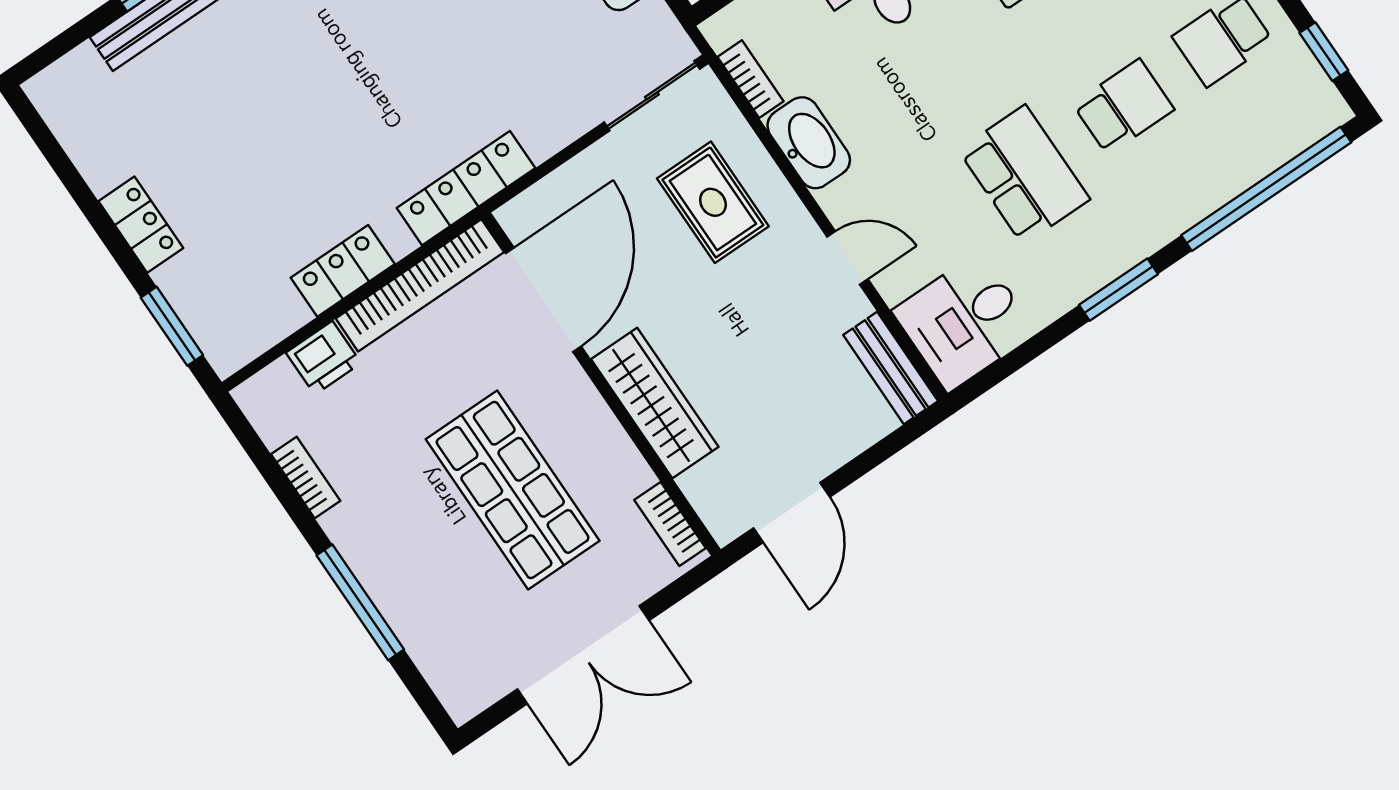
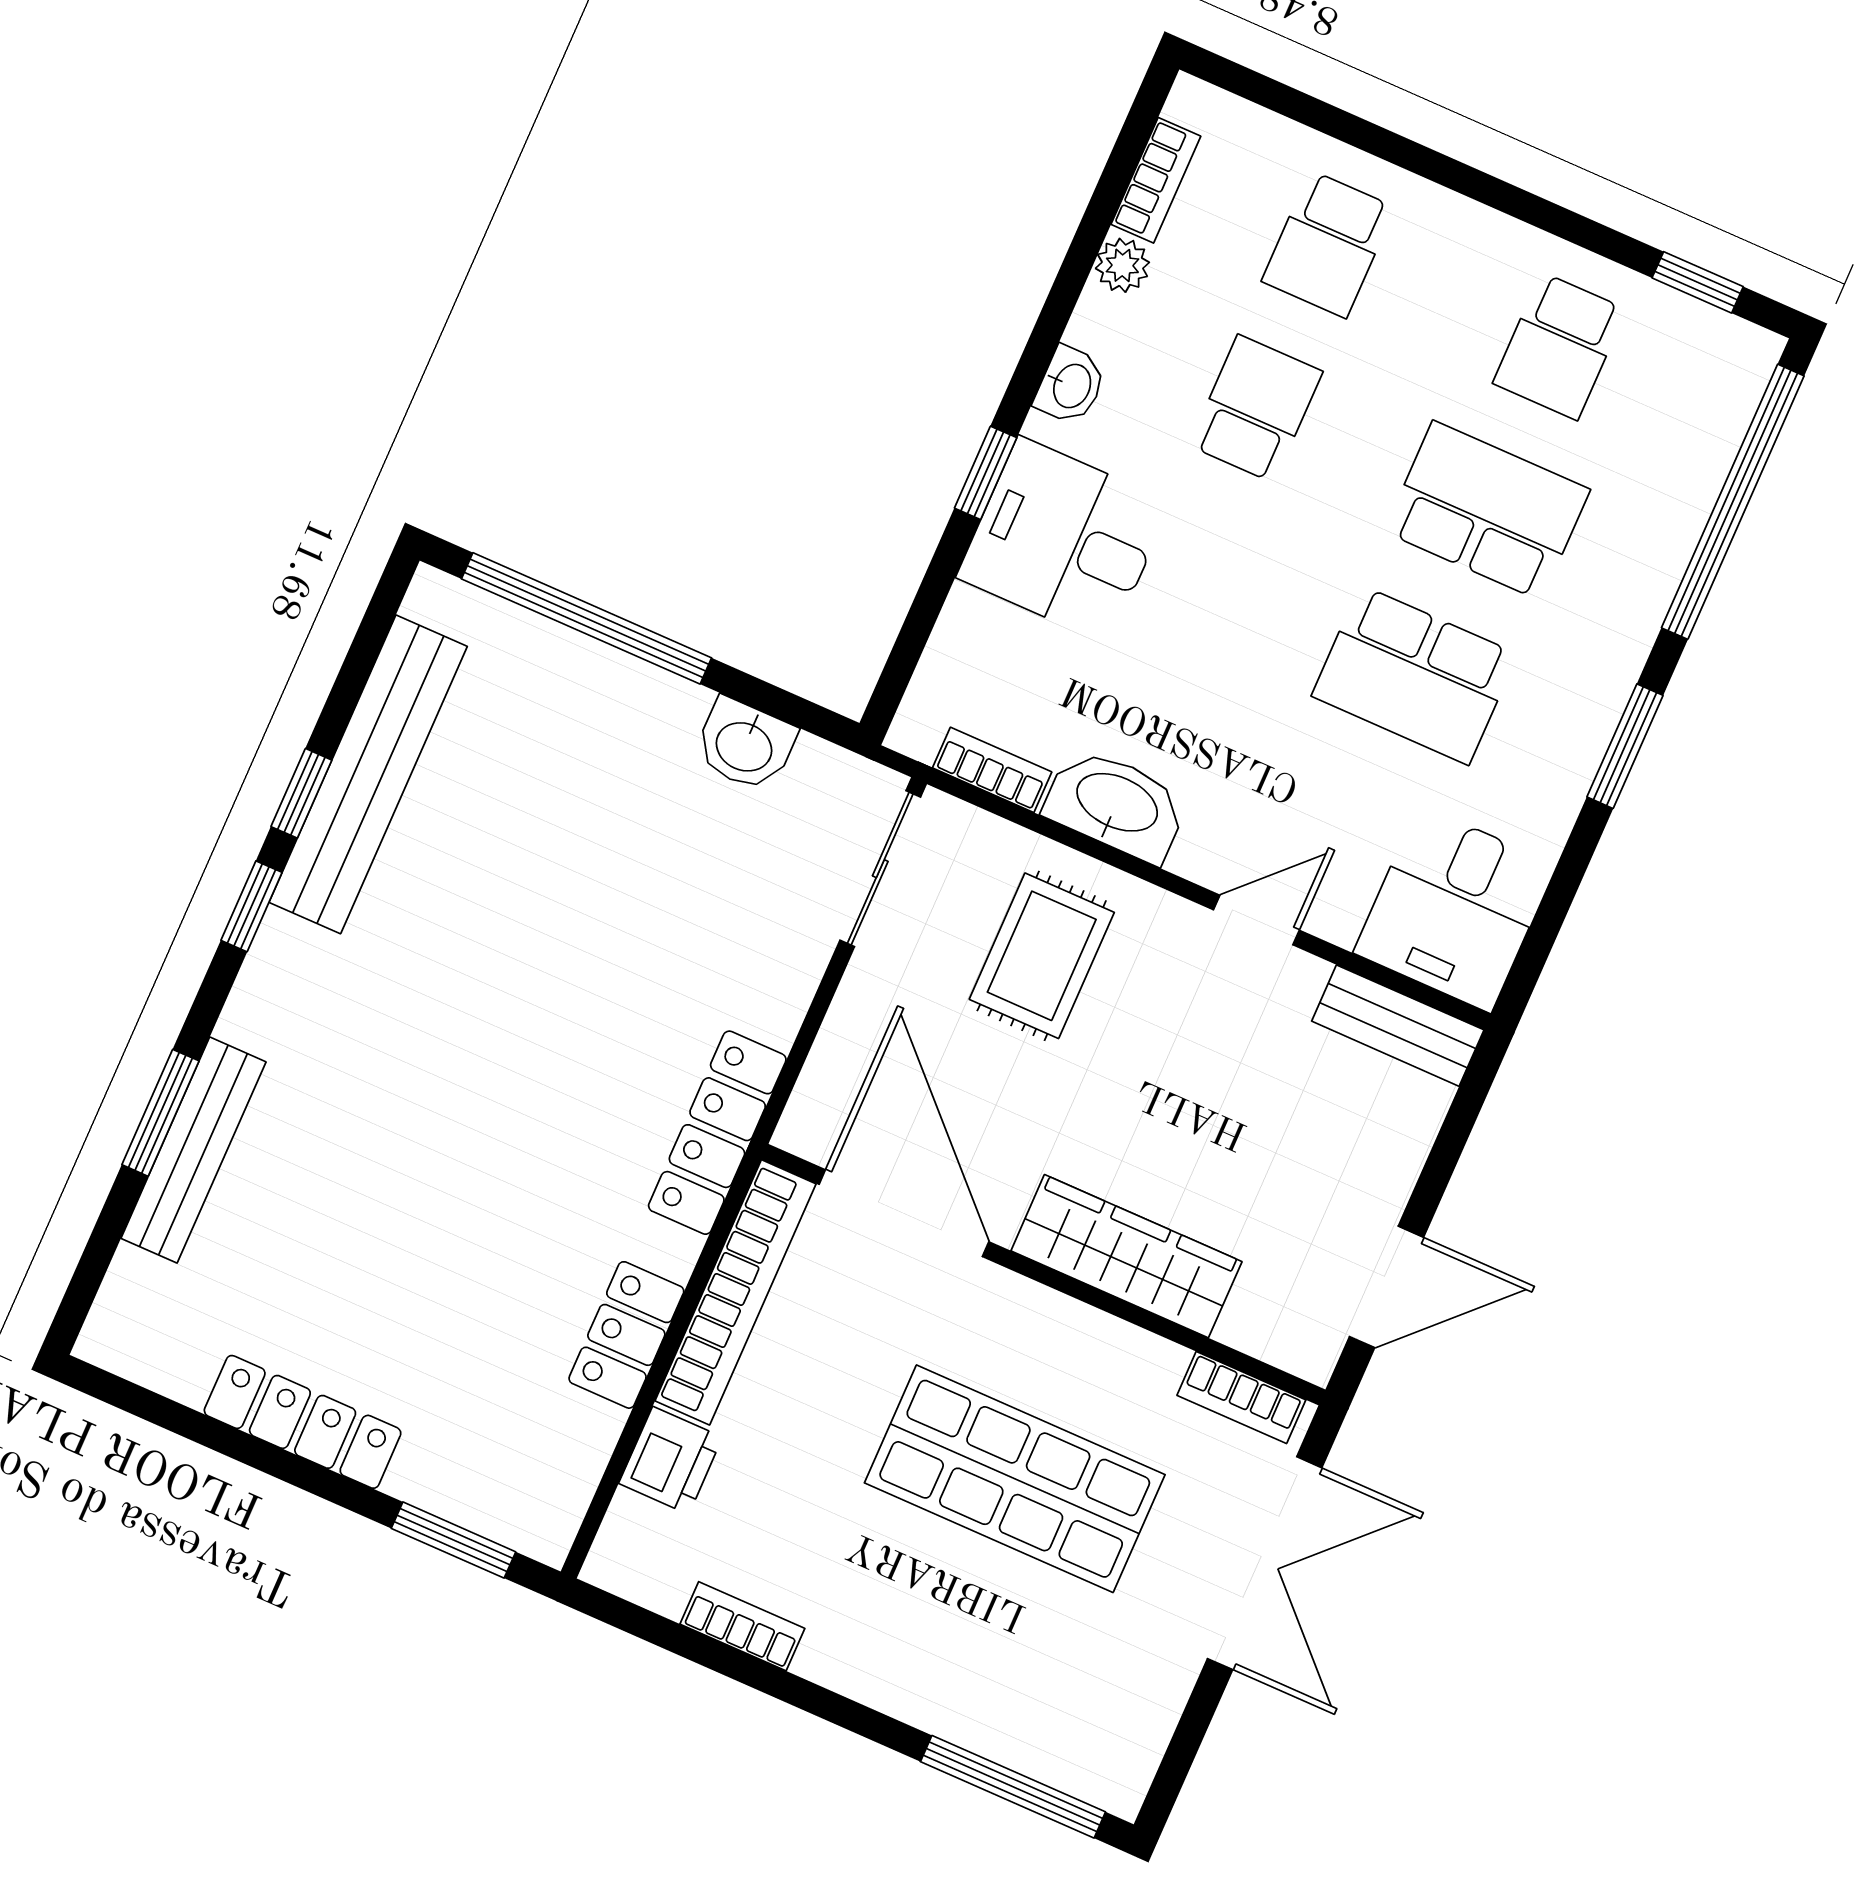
school desk: (1123, 107) -> (1487, 511), width x1.85
school desk: (1024, 175) -> (1415, 675), turned 180
rug: (713, 202) -> (1042, 956), turned 90
locker: (141, 225) -> (303, 1422), width x1.53
door: (792, 513) -> (1386, 1287), hinge flipped
window: (360, 602) -> (1013, 1787), moved
double door: (583, 655) -> (1265, 1563), moved

